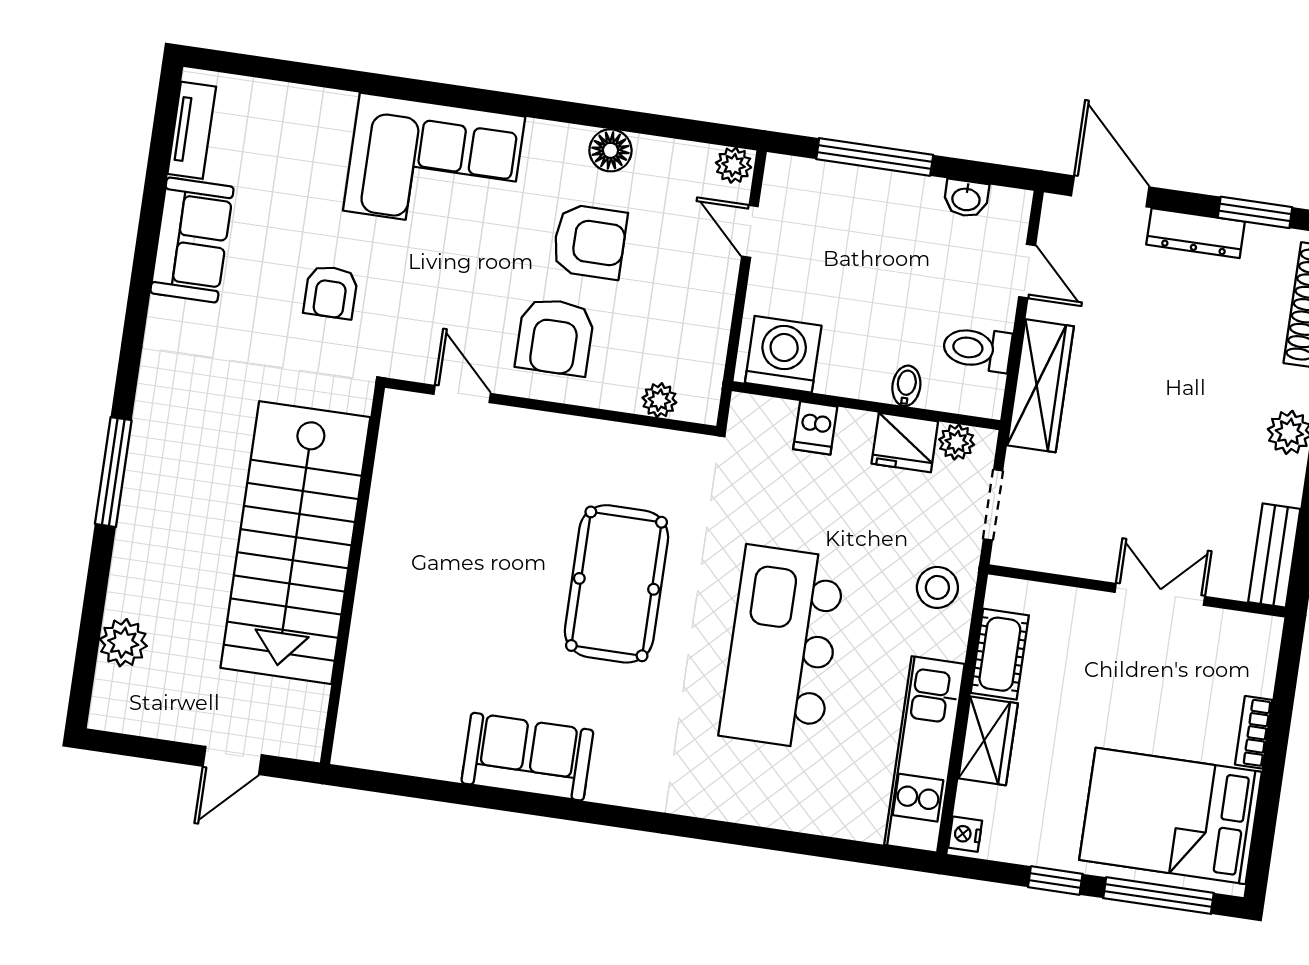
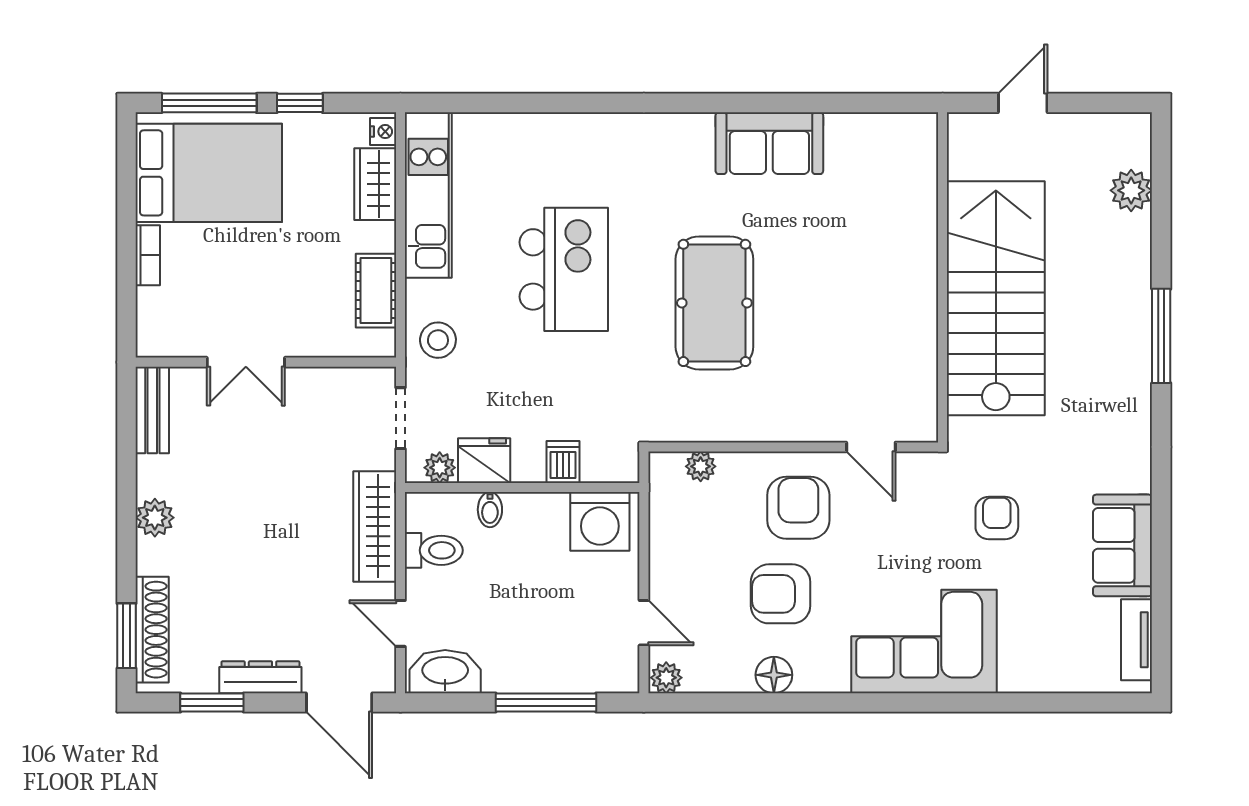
washbasin: (966, 198) -> (445, 672), width x1.91, depth x1.45
kitchen island: (782, 647) -> (564, 269), width x0.73
wardrobe: (988, 741) -> (375, 184), moved

